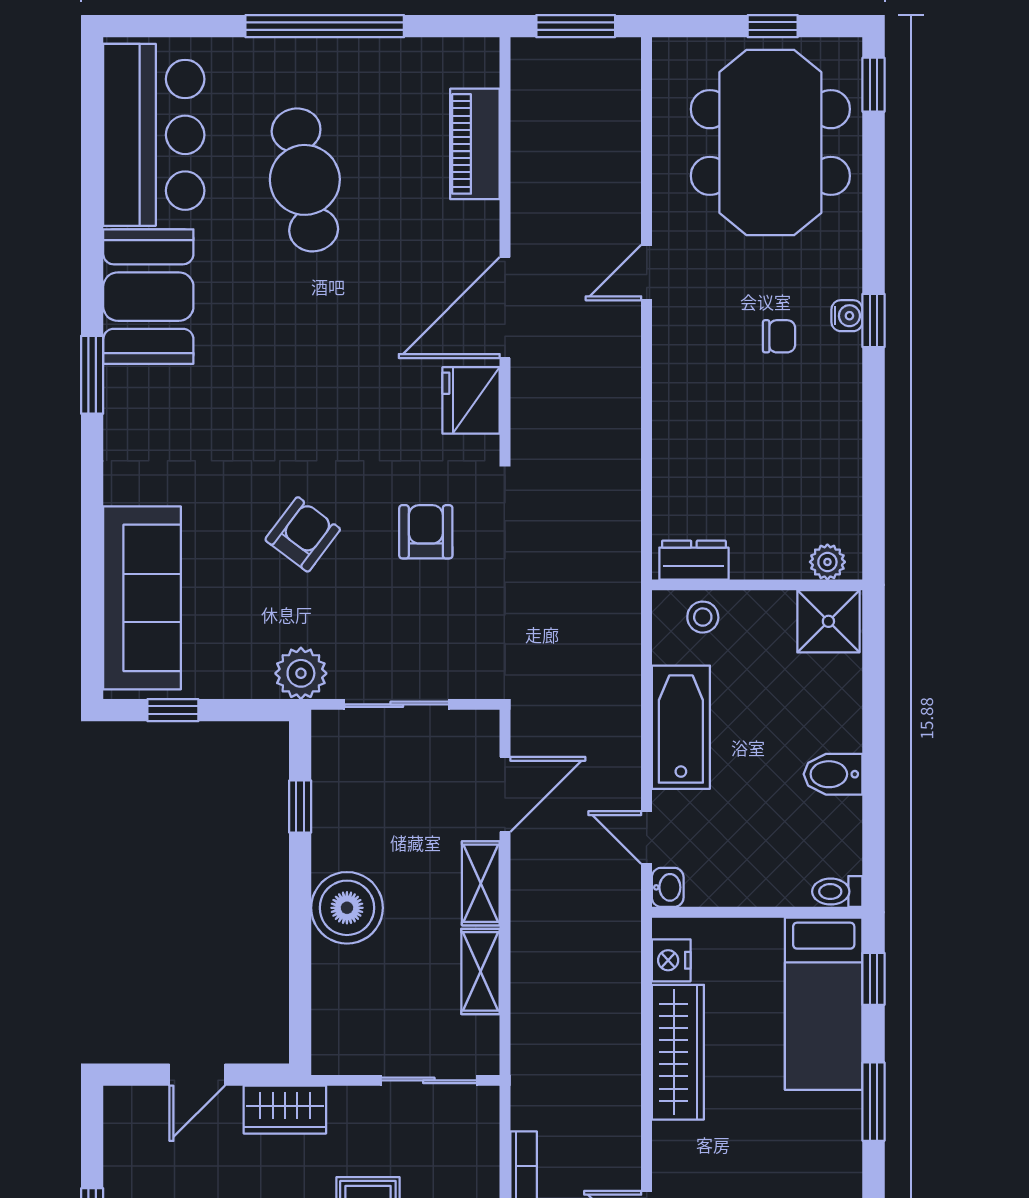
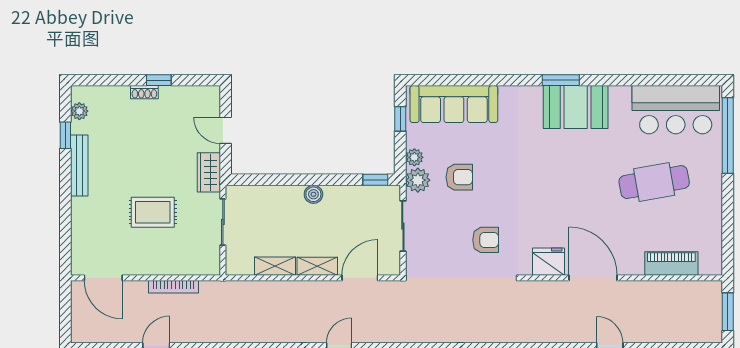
window: (325, 26) -> (728, 135), moved
booth: (148, 297) -> (576, 107), moved
armchair: (303, 534) -> (459, 177), moved, turned -37
plant: (253, 681) -> (414, 157), added
door: (505, 794) -> (360, 278), swing flipped
window: (300, 806) -> (375, 180), moved
boiler: (347, 908) -> (313, 194), width x0.54, depth x0.54
sliding door: (429, 1080) -> (223, 222), moved

